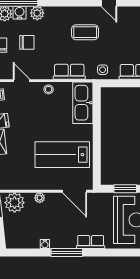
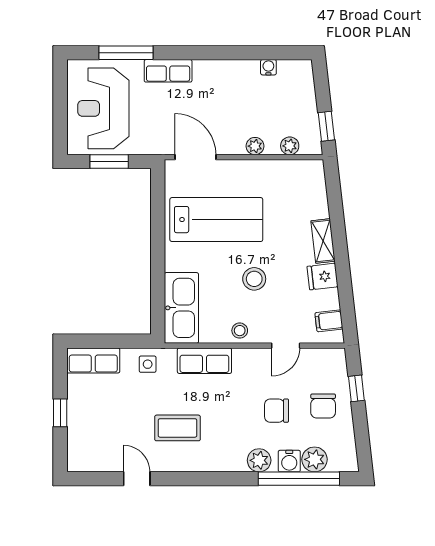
door: (22, 81) -> (286, 346), hinge flipped
stool: (40, 120) -> (254, 279), added
plant: (15, 203) -> (290, 146), width x0.53, depth x0.53
water cooler: (45, 244) -> (268, 67), moved
window: (67, 253) -> (126, 53), moved

